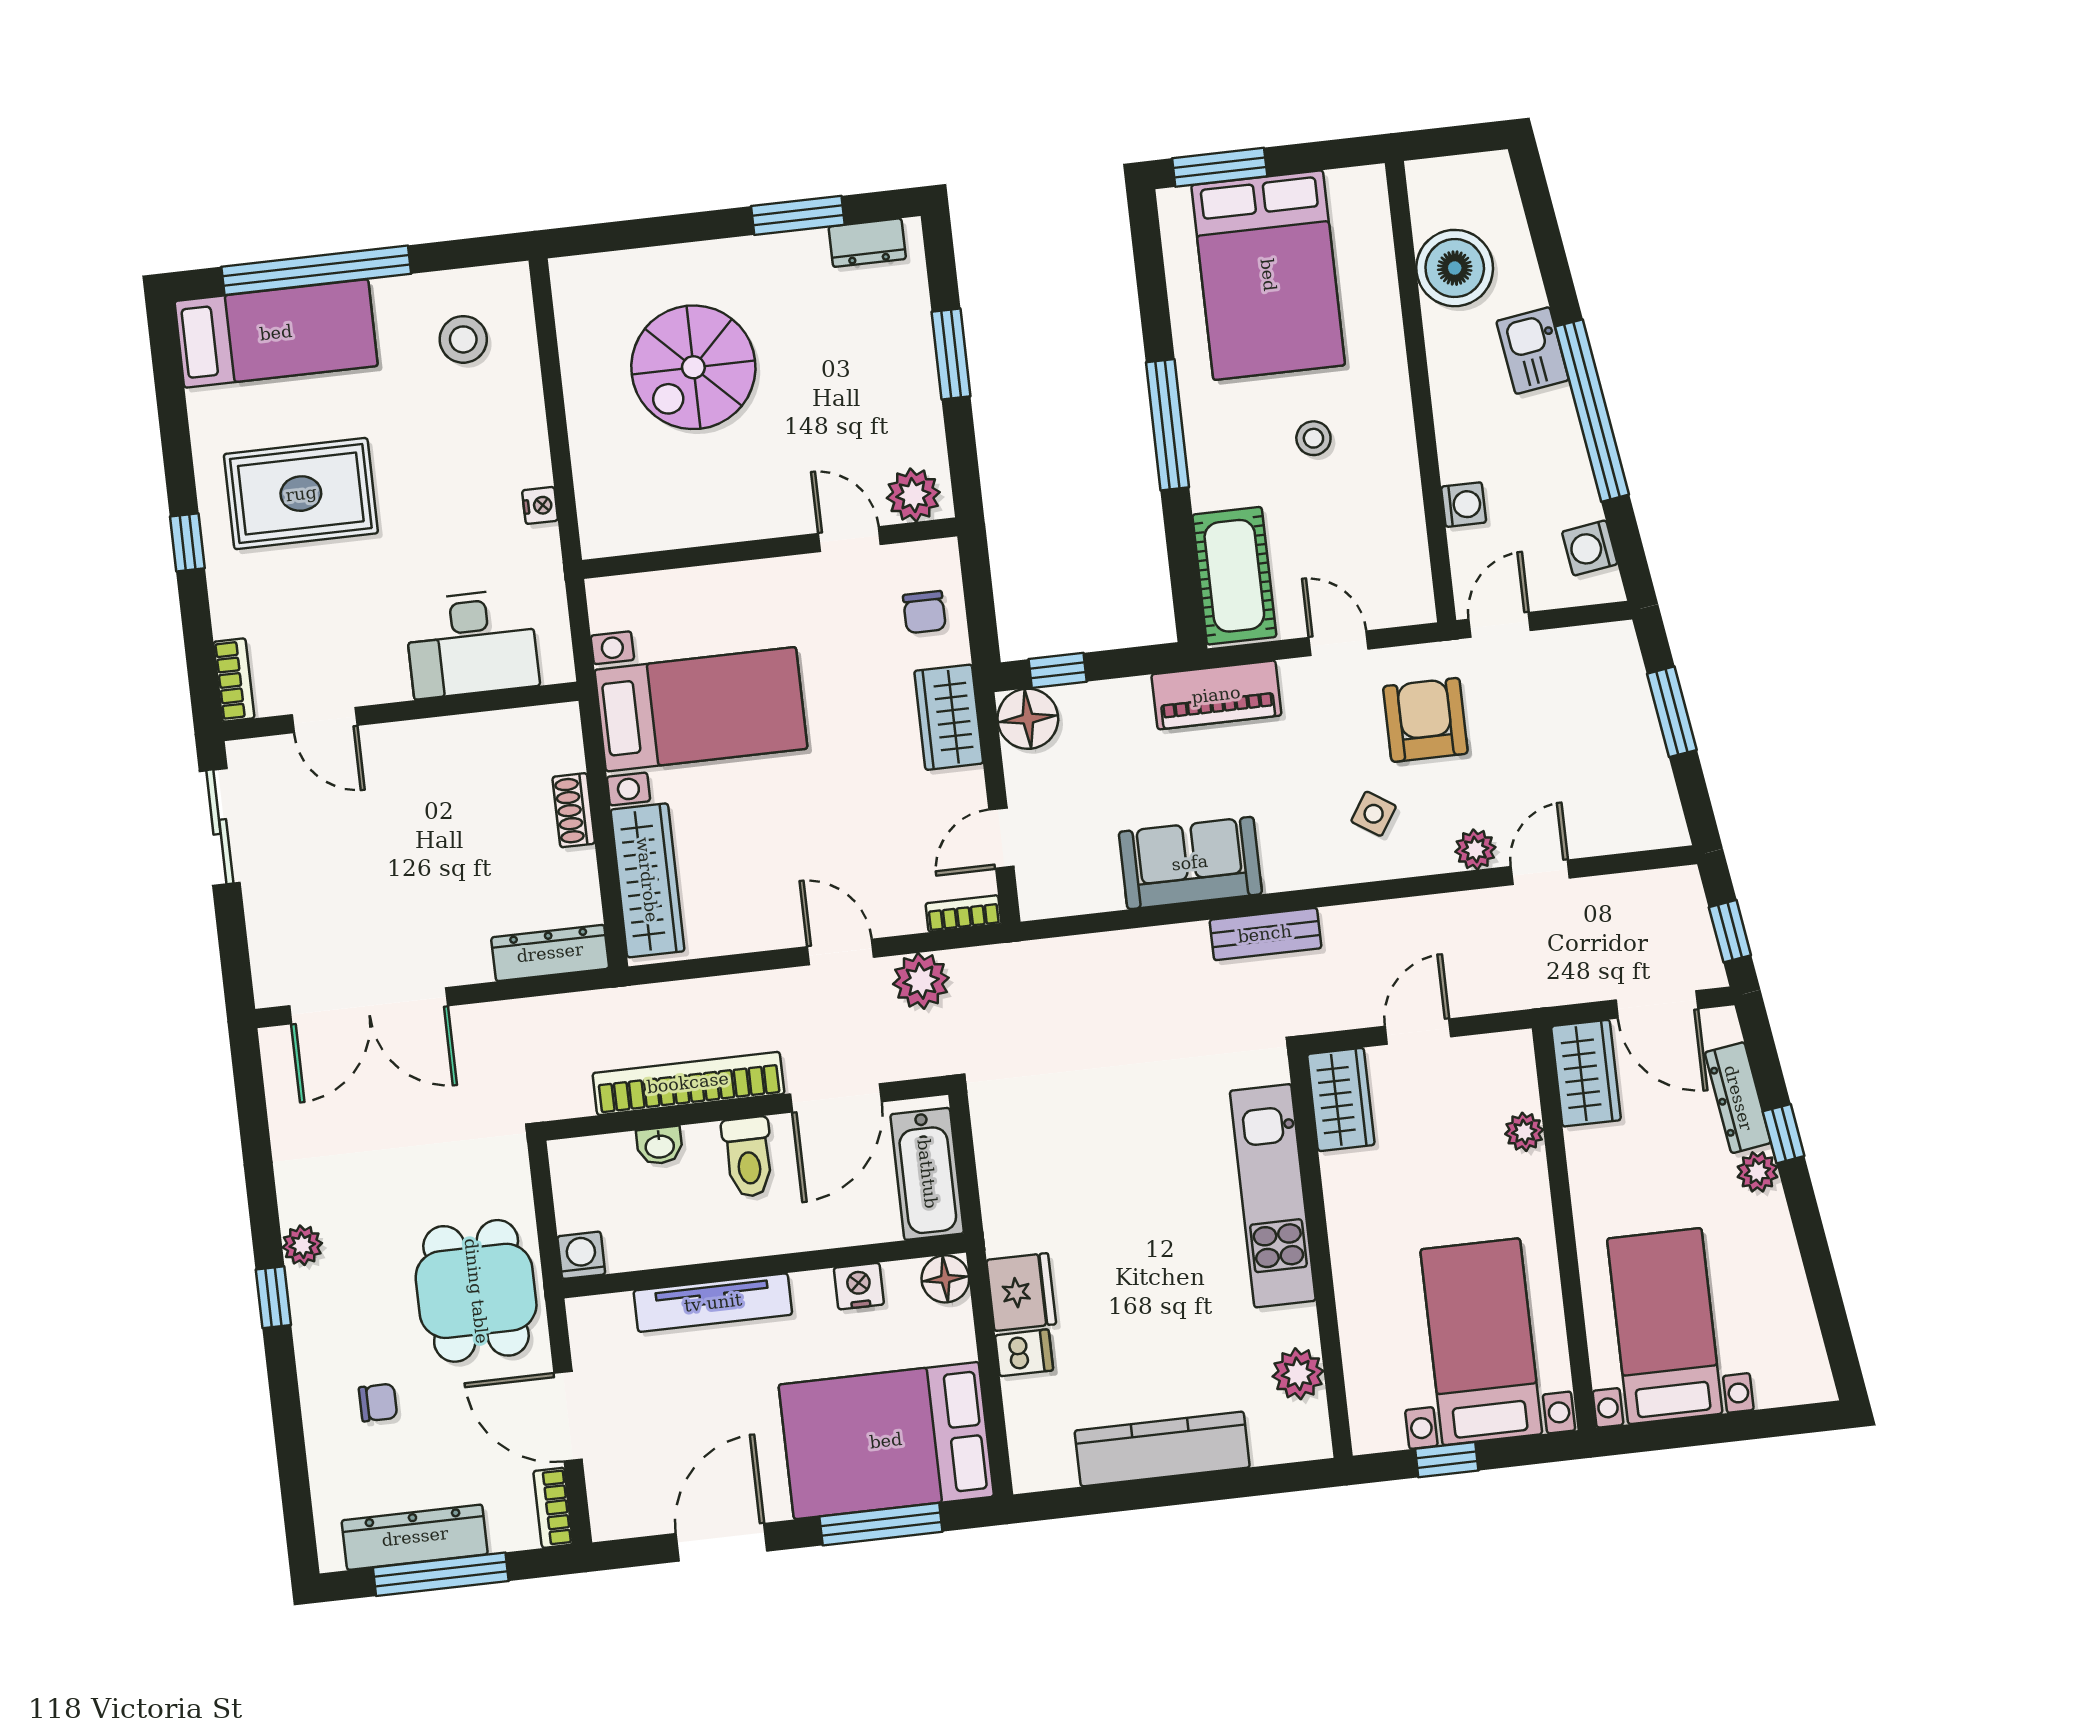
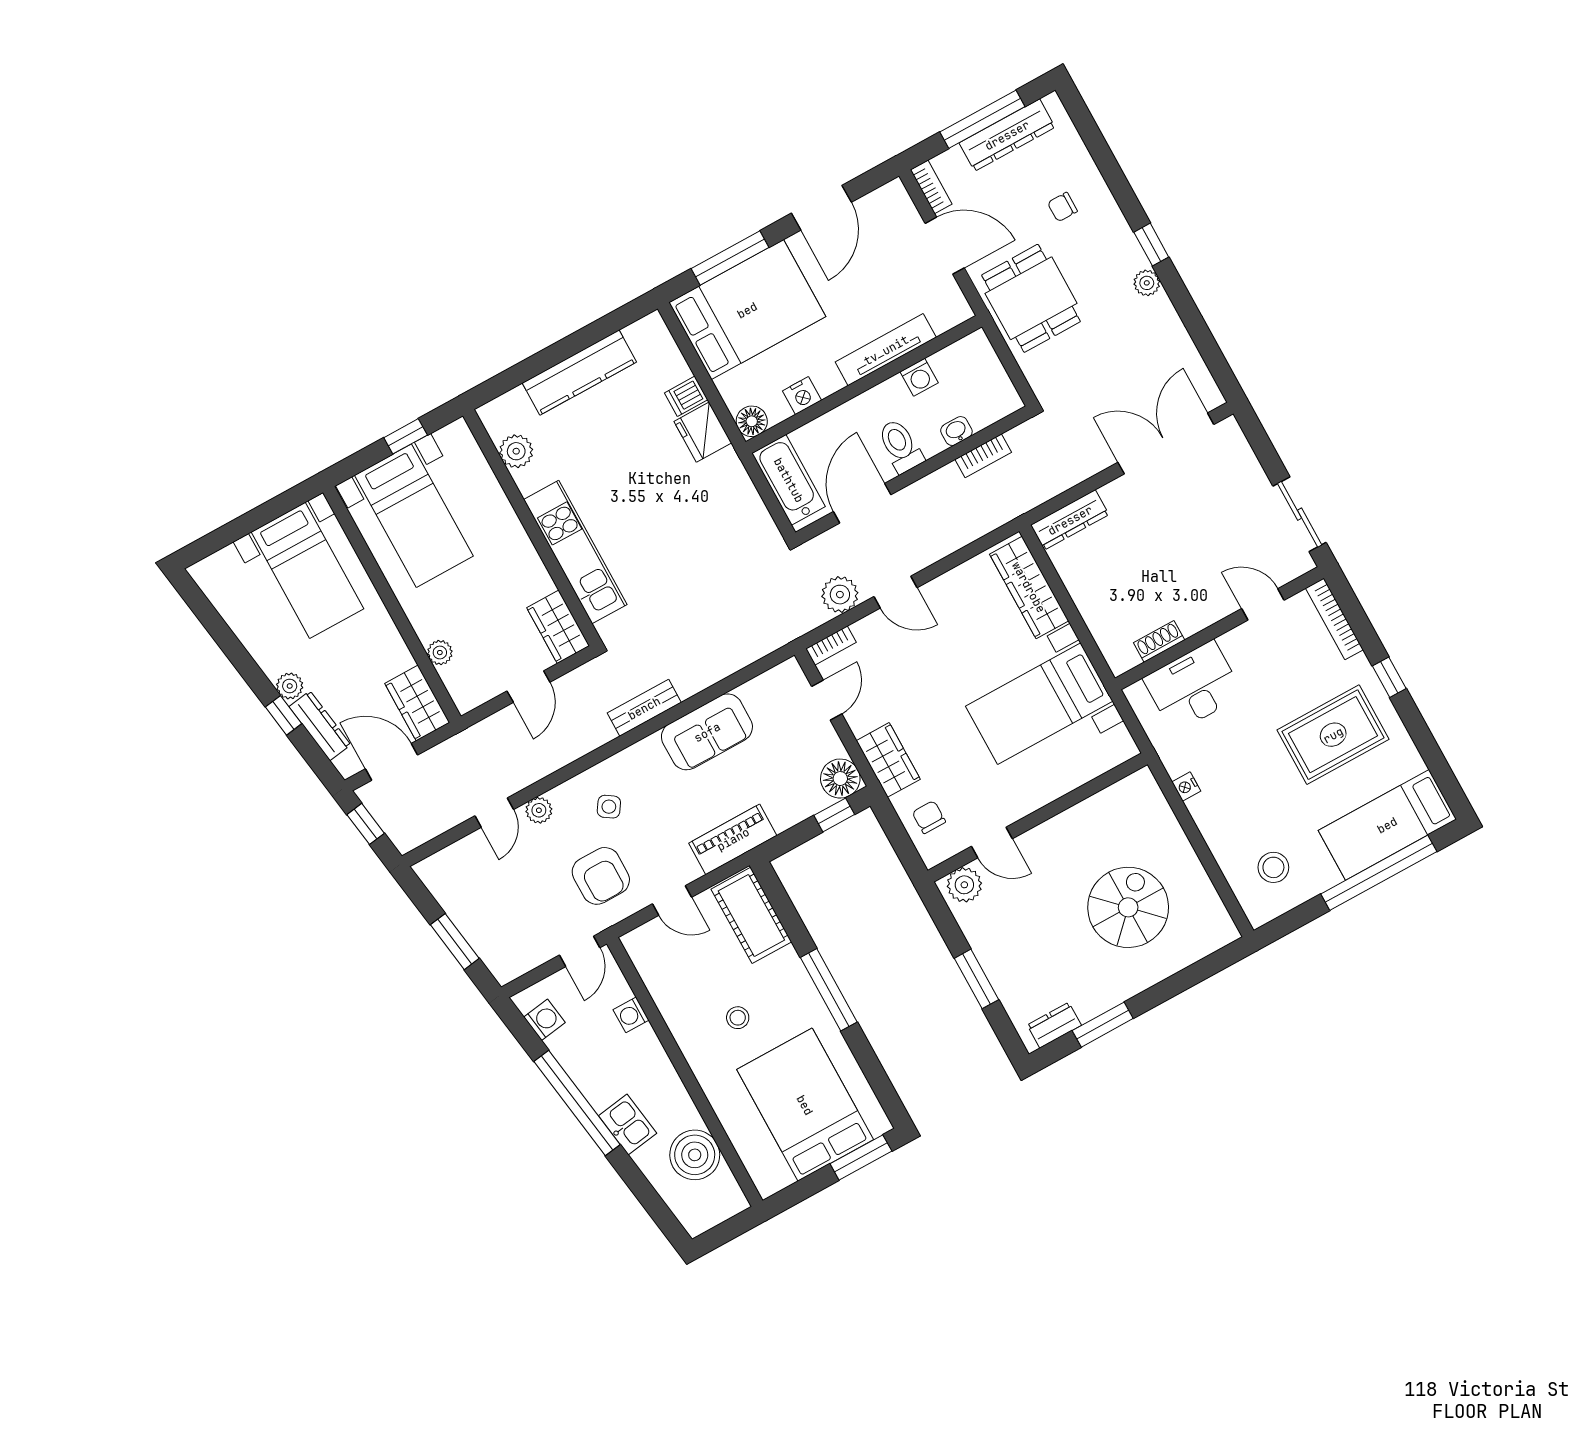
bookcase: (234, 680) -> (1334, 619), width x1.56
shoe rack: (574, 810) -> (1159, 641), moved, turned -90
bookcase: (688, 1083) -> (983, 456), width x0.43, depth x0.76
washing machine: (581, 1255) -> (919, 377), moved

